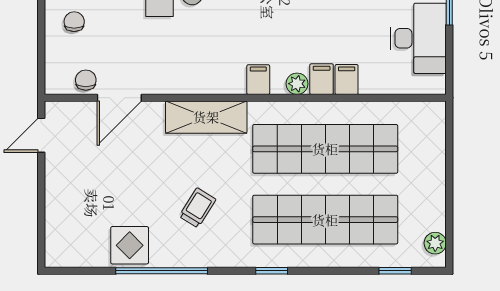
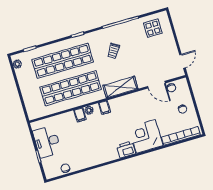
filing cabinet: (347, 79) -> (70, 118), removed
door: (119, 98) -> (156, 85), swing flipped
display table: (130, 245) -> (153, 28), moved

